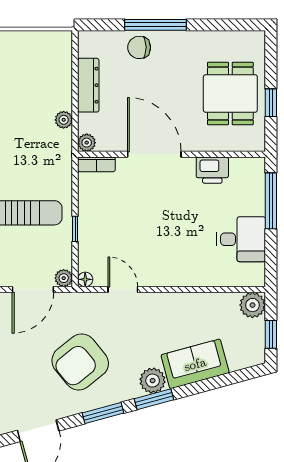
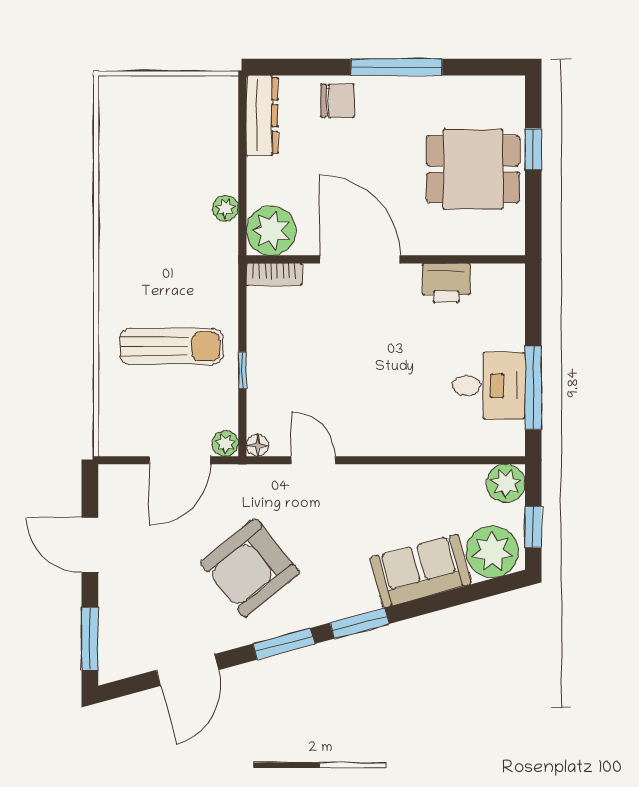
window: (156, 25) -> (397, 67), moved
chair: (139, 47) -> (337, 101), turned 180
dresser: (88, 85) -> (262, 116), moved
dining table: (230, 93) -> (473, 169), turned 90
window: (271, 103) -> (533, 149), moved
plant: (87, 143) -> (271, 231), width x1.87, depth x1.87
window: (271, 201) -> (533, 388), moved
plant: (153, 381) -> (492, 552), moved, width x1.36, depth x1.36

